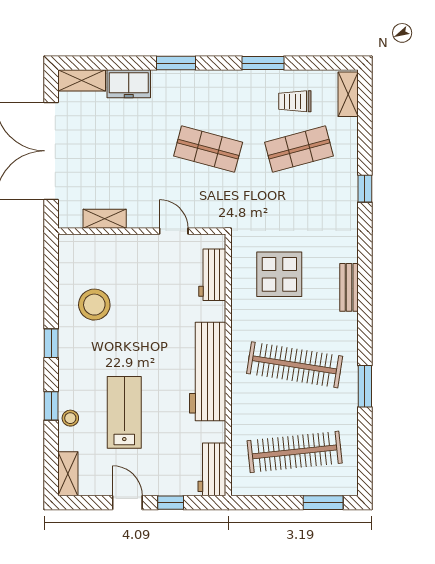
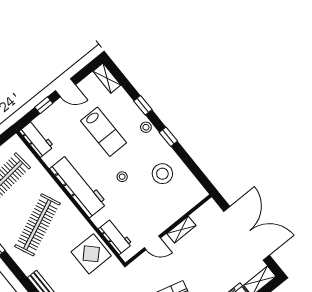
shelving: (105, 219) -> (181, 230), moved
display table: (279, 274) -> (91, 254), moved
stool: (146, 340) -> (122, 177), added
clothes rail: (295, 365) -> (37, 225), turned -33
stool: (70, 418) -> (146, 127), moved

